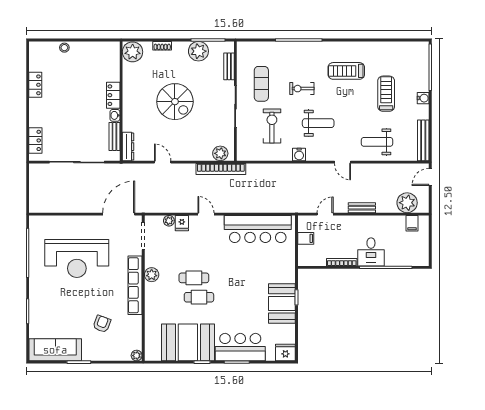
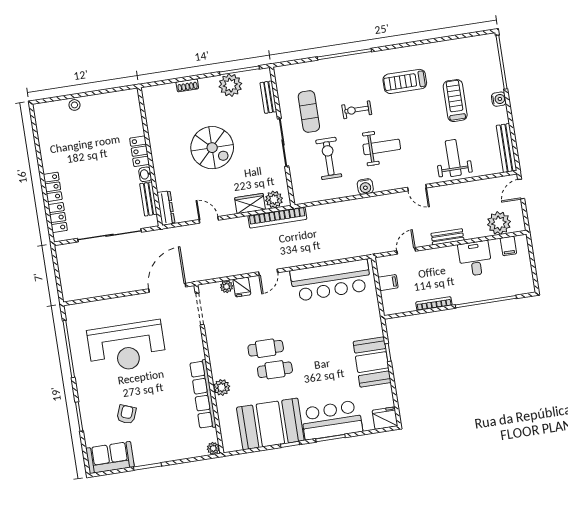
plant: (133, 52) -> (154, 98), removed
locker: (35, 85) -> (53, 187), moved
weight bench: (377, 142) -> (453, 158), turned 90
wardrobe: (200, 154) -> (250, 204), added
door: (206, 214) -> (268, 272), swing flipped
desk: (371, 252) -> (475, 259), moved, turned 180
plant: (152, 275) -> (222, 387), moved
row of seats: (135, 285) -> (203, 394), moved
armchair: (102, 324) -> (127, 414), moved
sofa: (55, 350) -> (110, 458), width x0.73

